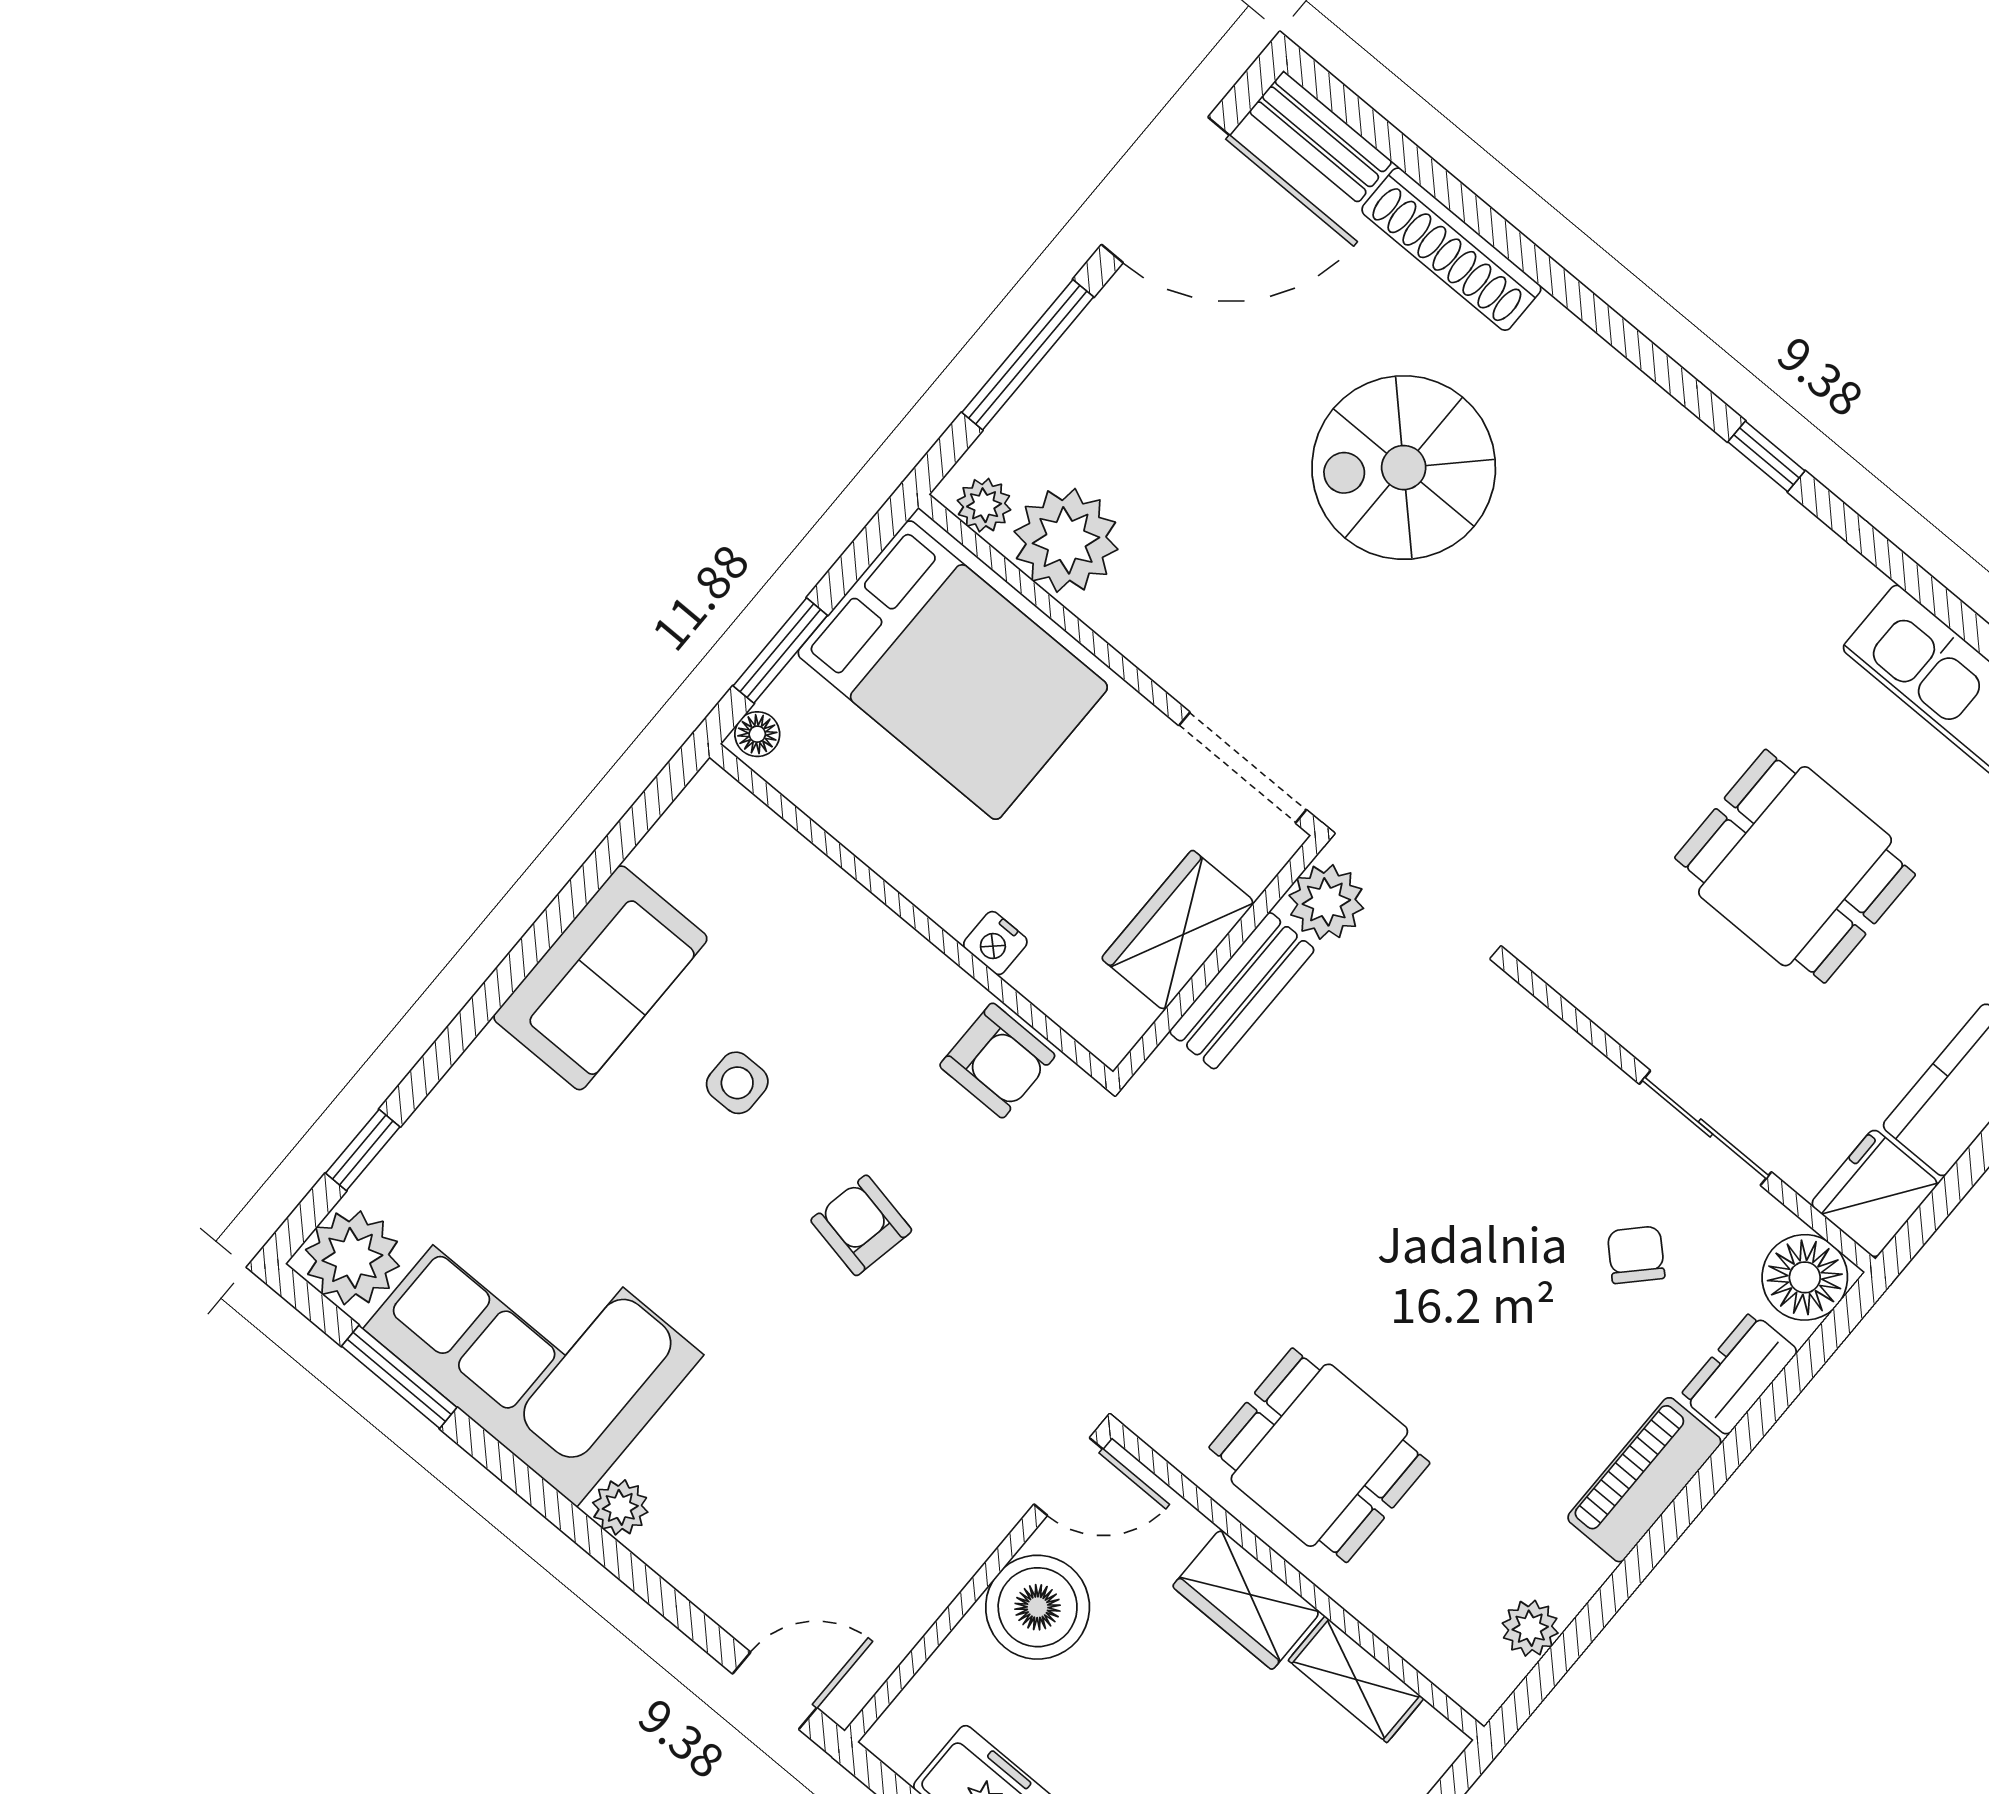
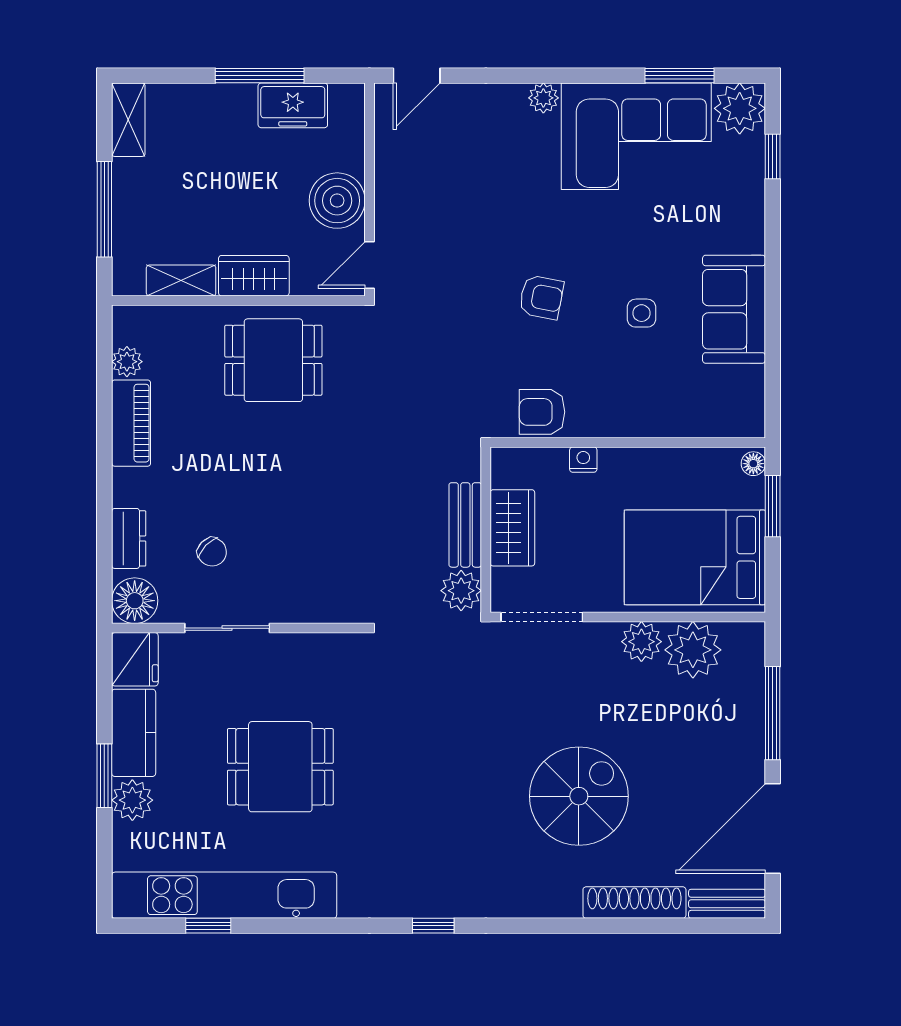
plant: (984, 505) -> (641, 642), moved, width x1.38, depth x1.38
piano: (1644, 1480) -> (131, 423), moved

